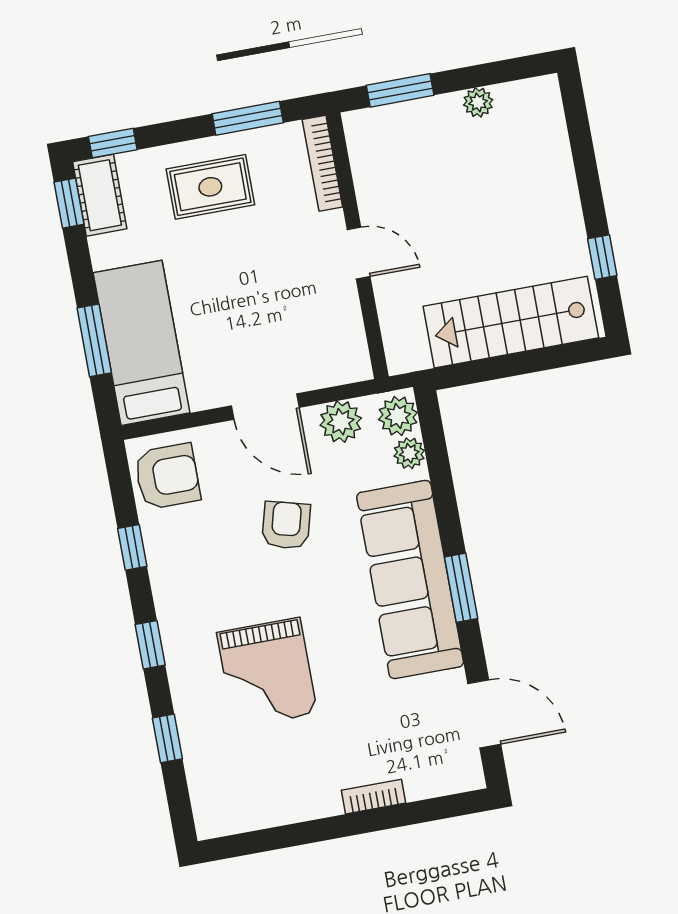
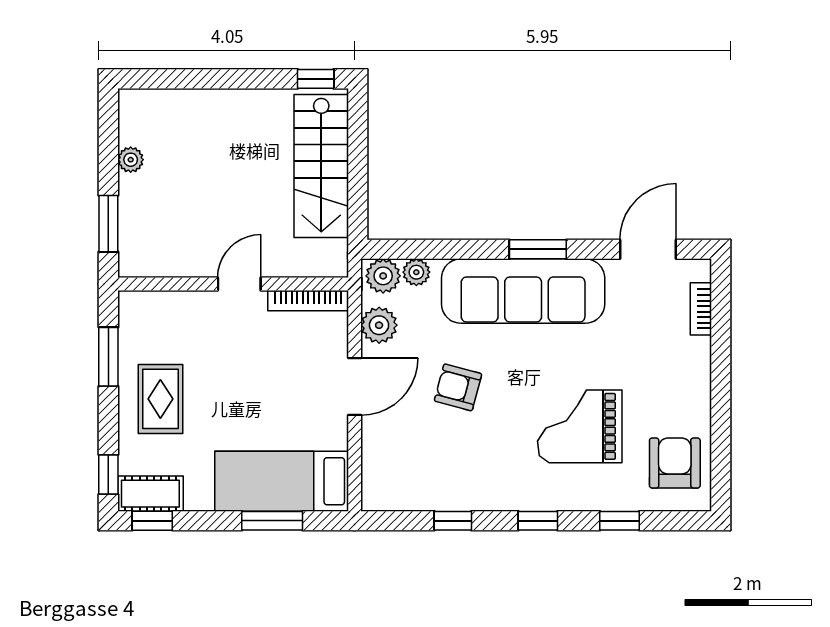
bookcase: (322, 163) -> (308, 301), moved
window: (602, 257) -> (316, 79), moved
armchair: (167, 476) -> (675, 463), moved
grand piano: (267, 673) -> (580, 426), turned 180
bookcase: (374, 797) -> (701, 309), moved

